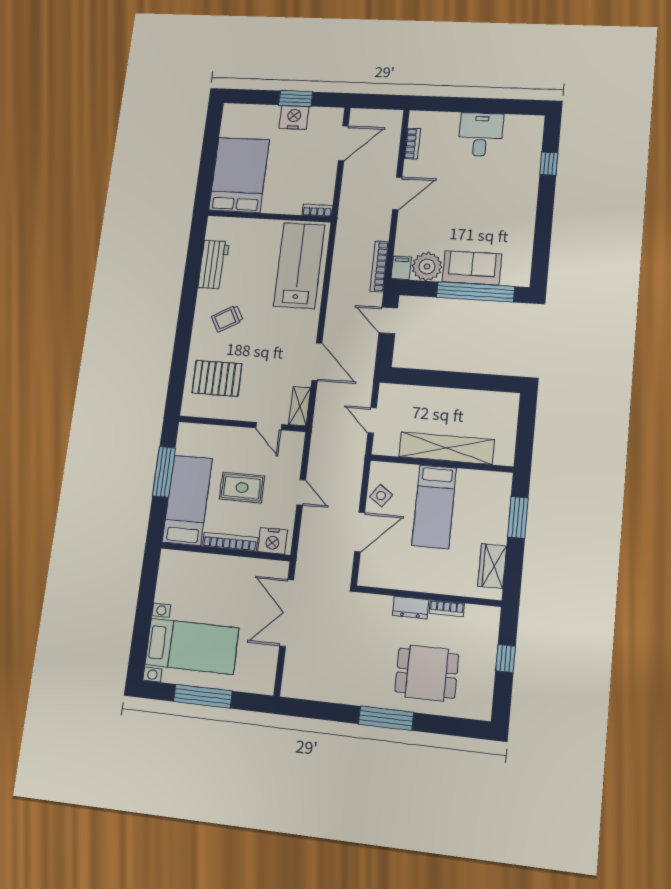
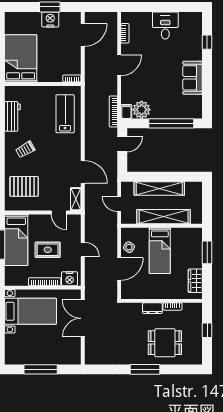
lab bench: (299, 265) -> (65, 114), width x0.73, depth x0.72
sofa: (472, 268) -> (193, 78), moved, turned -90
door: (388, 320) -> (122, 144), swing flipped
shelving: (444, 399) -> (159, 188), added
bed: (187, 500) -> (16, 240), moved, turned 180
bed with nightstands: (192, 646) -> (31, 311), moved

